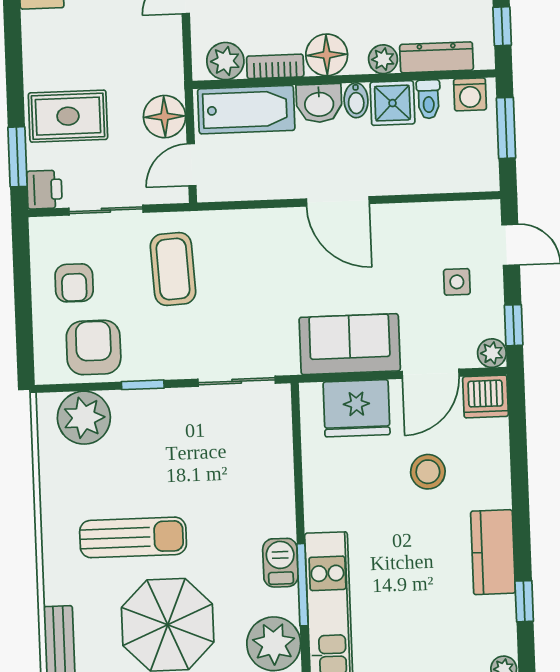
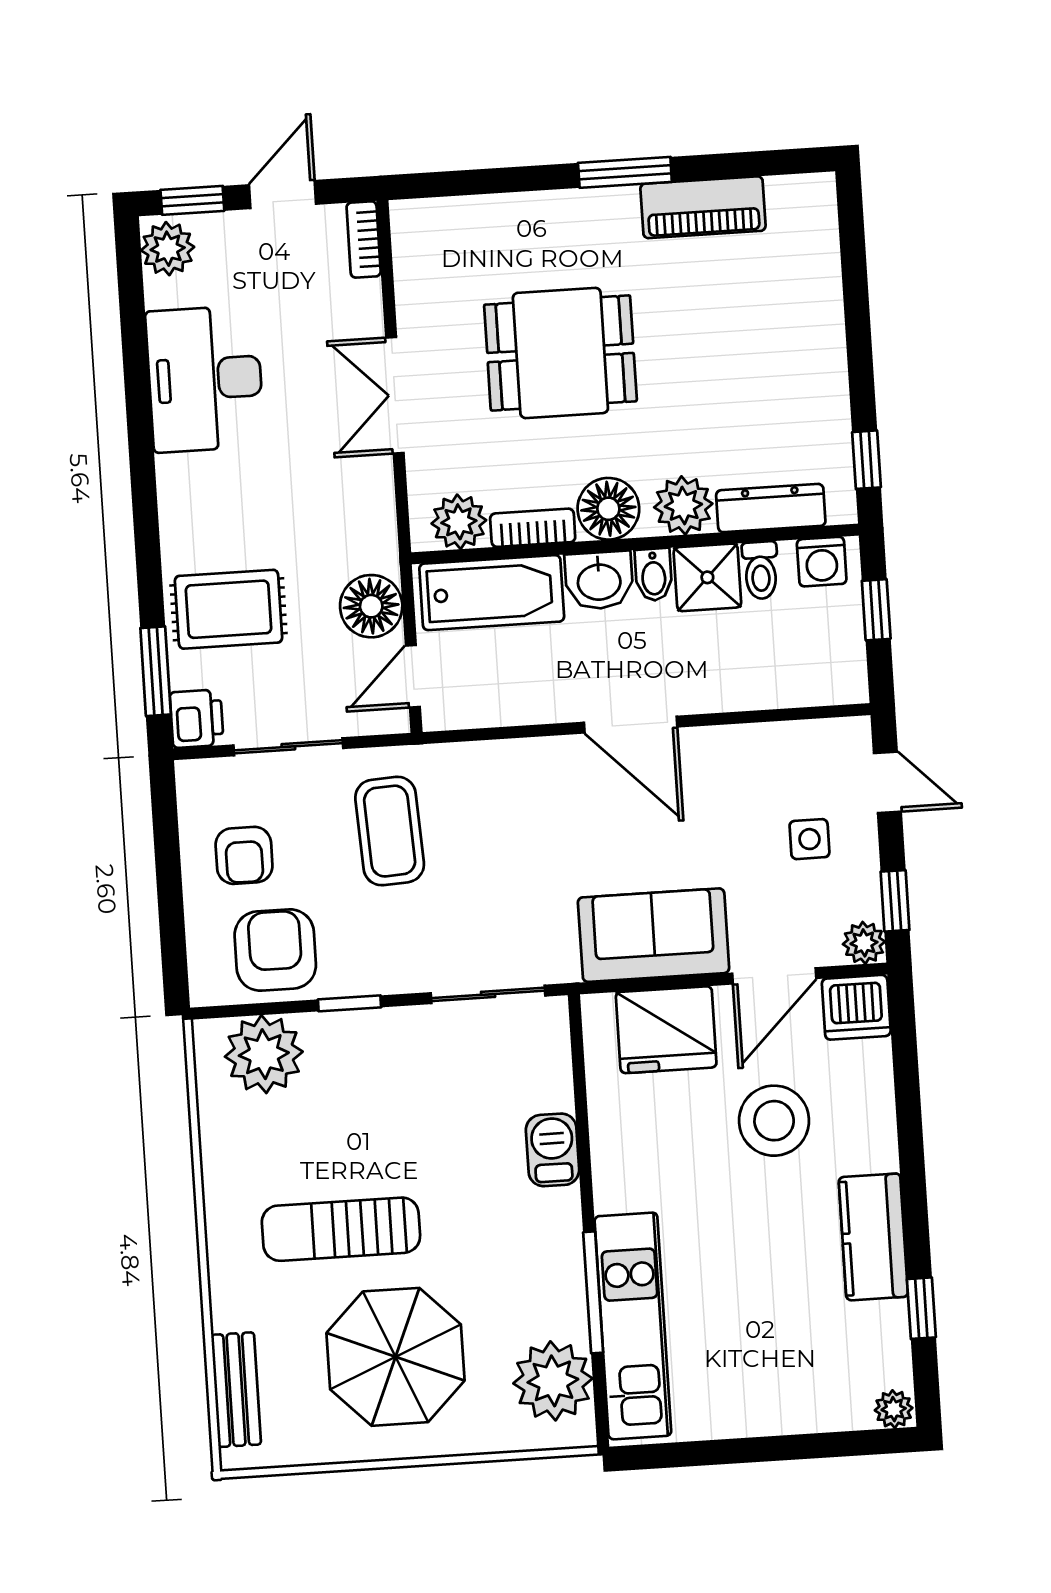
plant: (383, 59) -> (683, 505), width x1.38, depth x1.38
window: (506, 128) -> (876, 610), width x0.67
stool: (428, 472) -> (774, 1121), width x1.38, depth x1.38
sun lounger: (133, 537) -> (341, 1229), turned 180
barbecue: (280, 563) -> (553, 1150), moved

